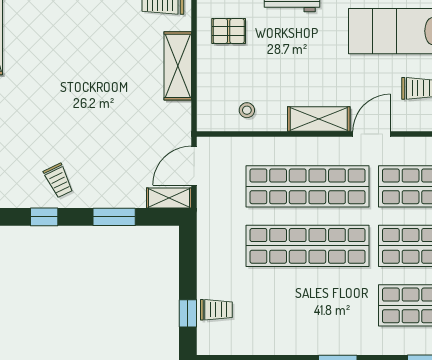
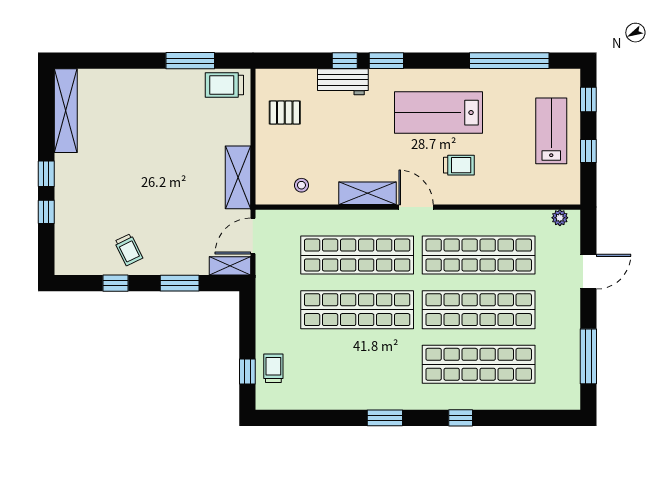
shelving: (178, 66) -> (238, 177), moved
door: (372, 134) -> (416, 207), hinge flipped
trolley: (216, 310) -> (273, 368), turned -90

